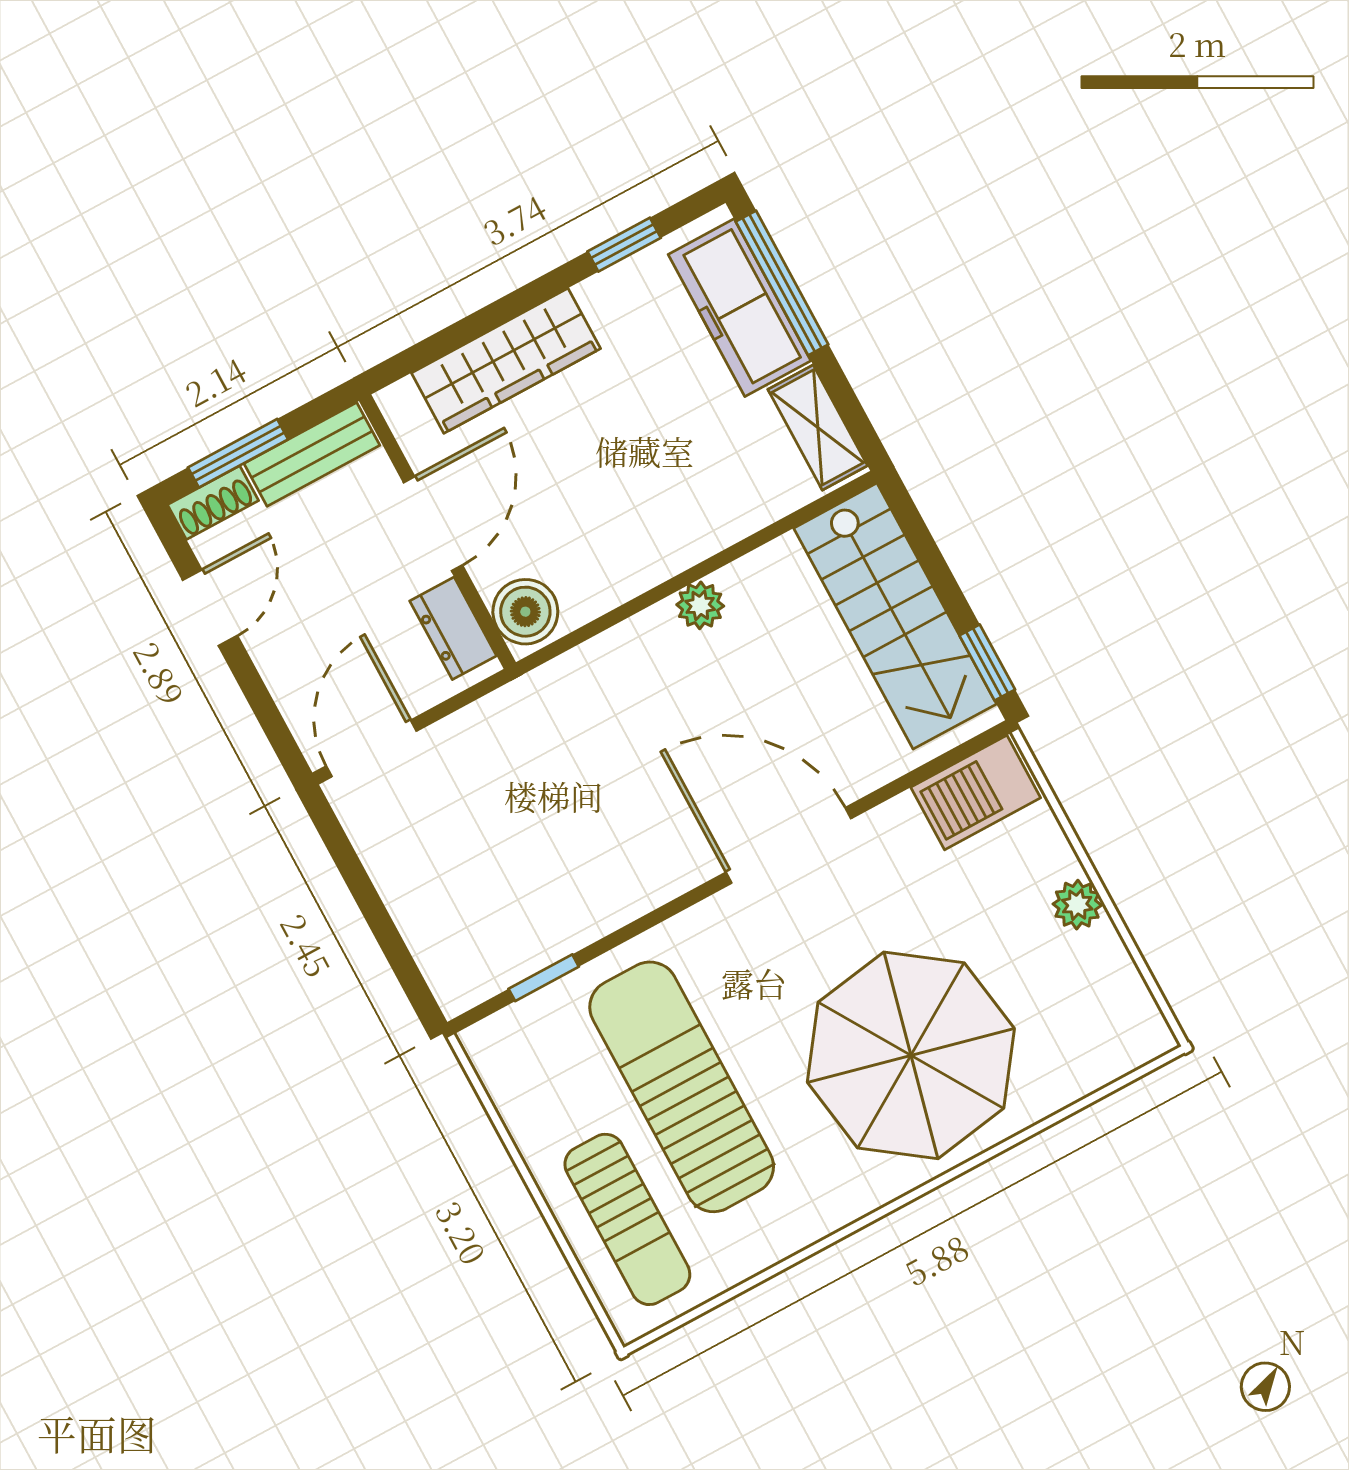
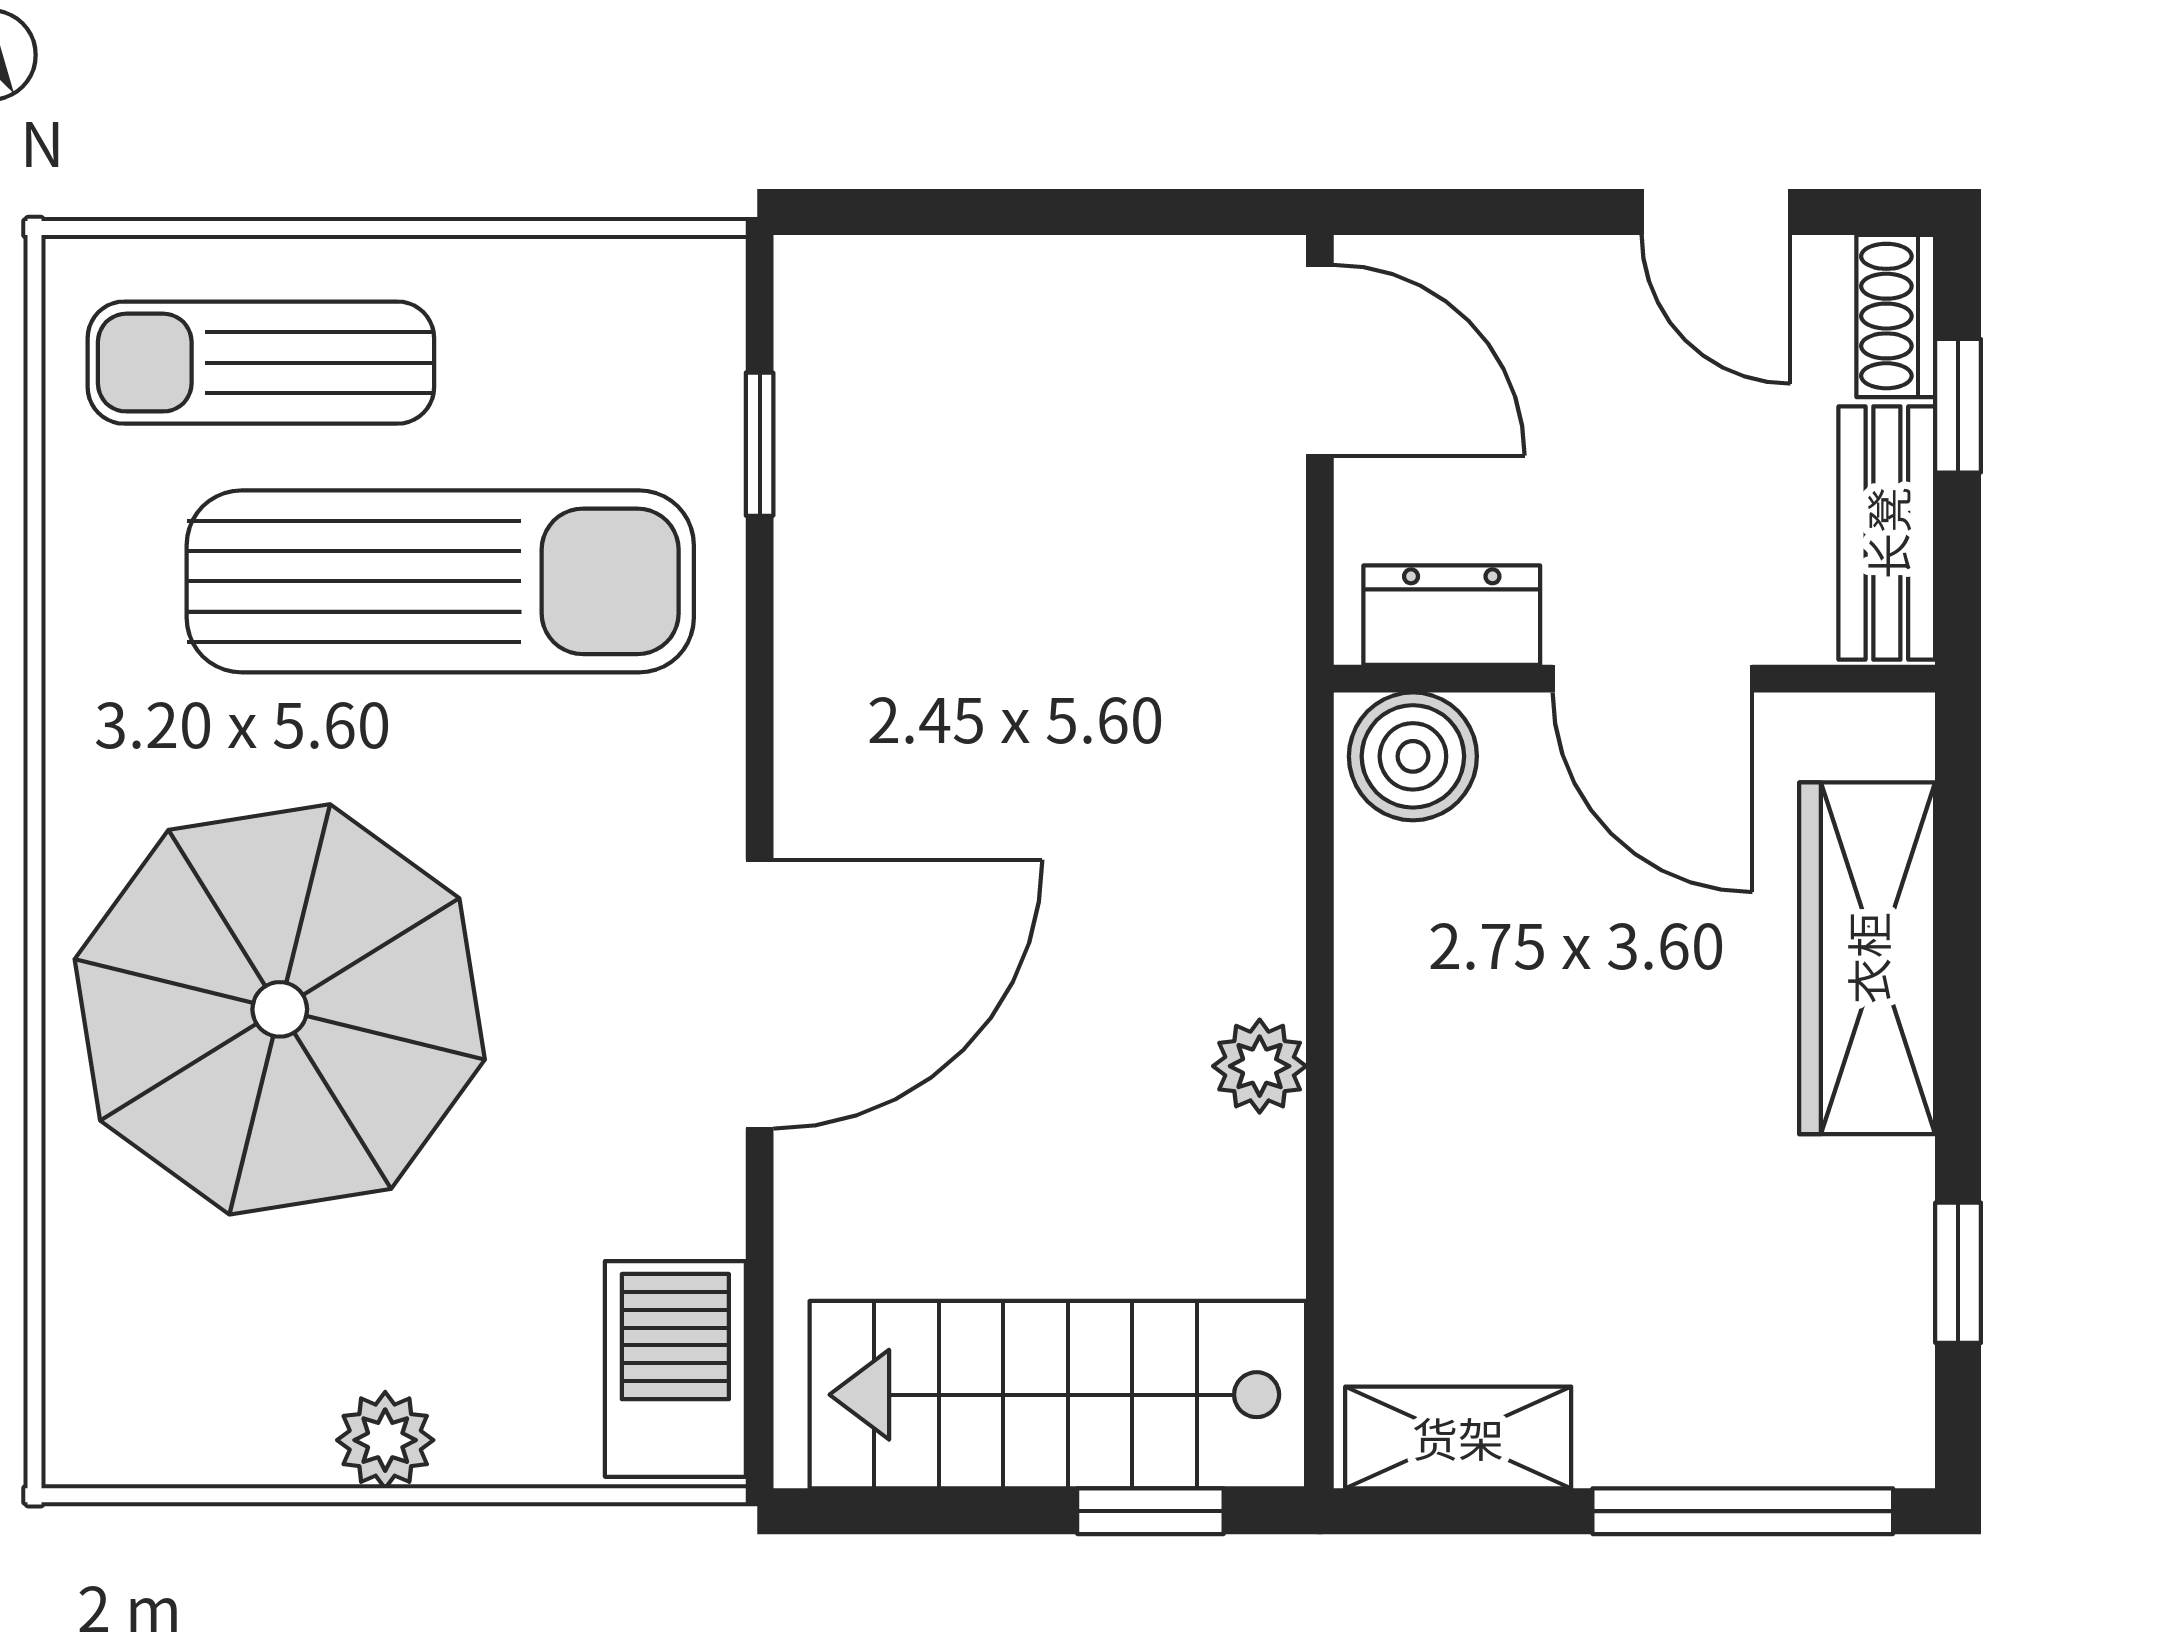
freezer: (739, 308) -> (1740, 1414), removed
window: (238, 453) -> (1958, 406), width x0.67
window: (987, 662) -> (1150, 1511), moved

